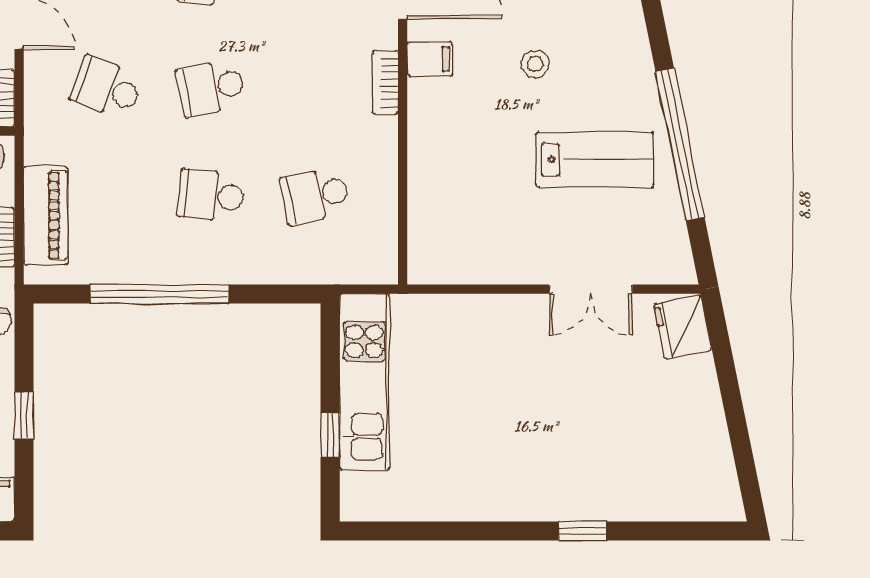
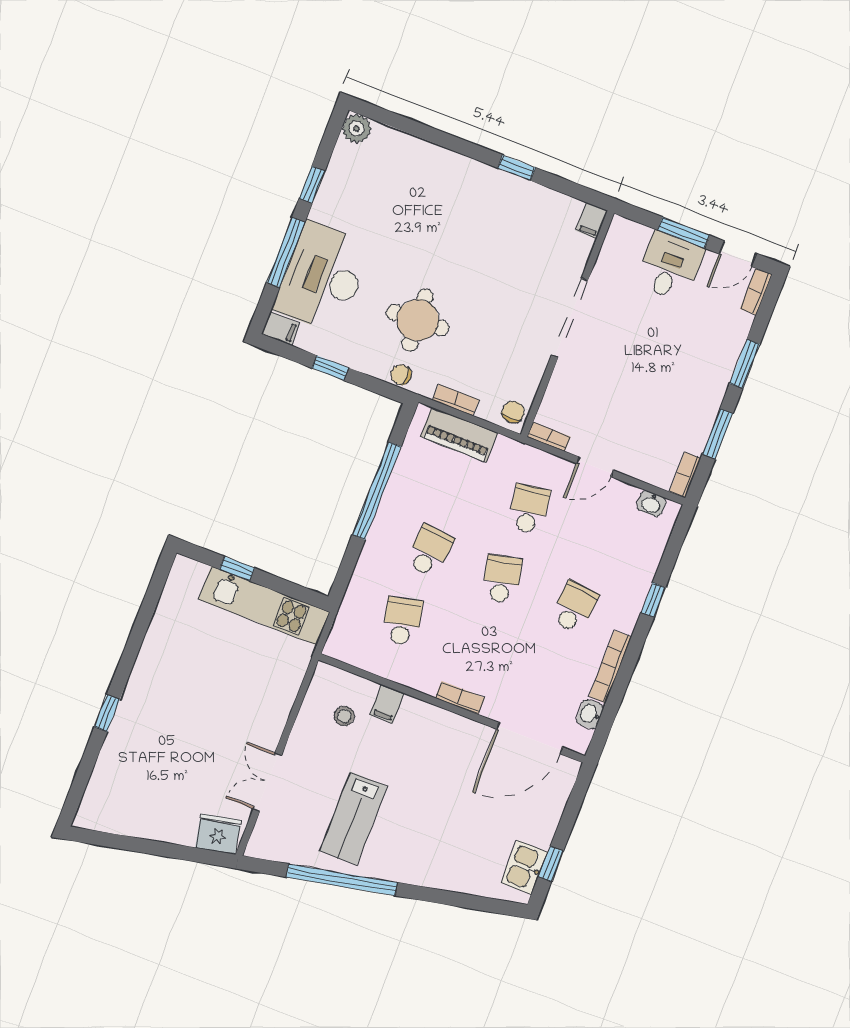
filing cabinet: (430, 59) -> (387, 704), moved
stool: (535, 64) -> (344, 716), moved
school desk: (107, 88) -> (529, 509), turned -30

